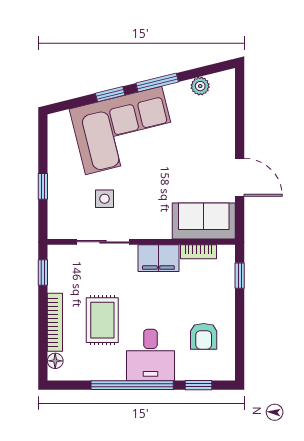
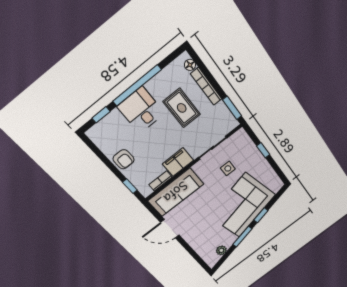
sofa: (204, 221) -> (176, 192), width x1.36
window: (43, 273) -> (232, 108), width x1.50
armchair: (204, 336) -> (124, 159), moved, turned 180

